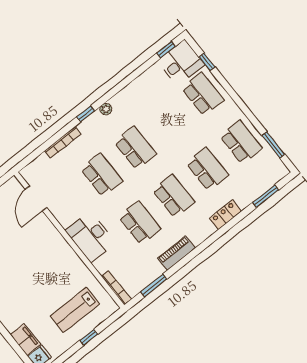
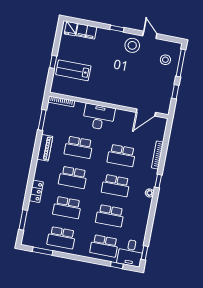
school desk: (169, 121) -> (110, 216), added
door: (36, 198) -> (146, 112), swing flipped
lab bench: (75, 310) -> (73, 70), turned -90

